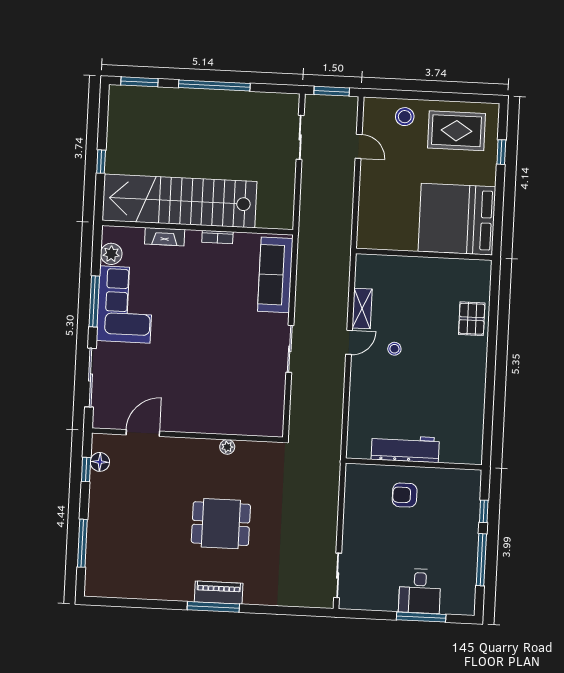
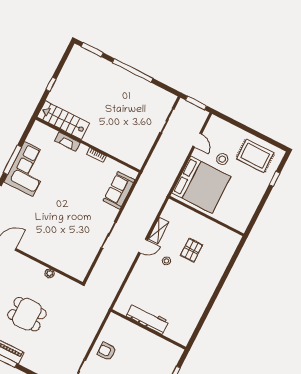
stool: (405, 117) -> (222, 159), moved
stairs: (179, 201) -> (63, 120), width x0.54, depth x0.66
bed: (457, 219) -> (201, 185), moved, turned 180
plant: (111, 254) -> (34, 138), removed
sofa: (275, 275) -> (119, 190), width x0.73
pallet: (472, 319) -> (192, 250), moved
armchair: (405, 495) -> (107, 351), moved

